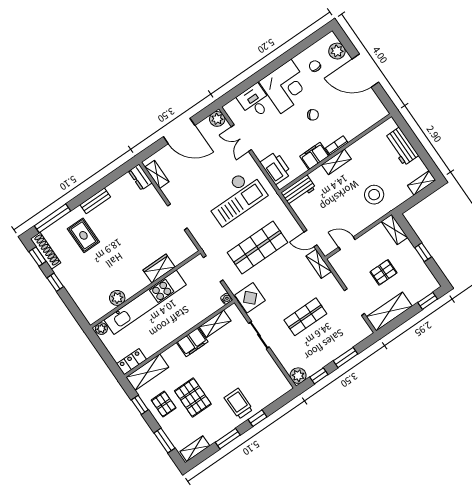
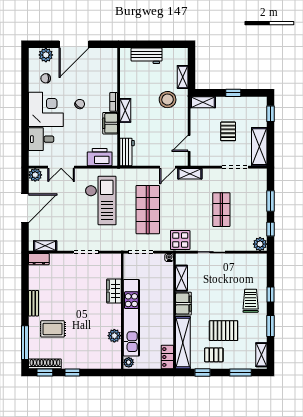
shelving: (422, 183) -> (183, 77), moved
shelving: (147, 372) -> (183, 343), width x1.47
trolley: (239, 404) -> (251, 301), turned 90

